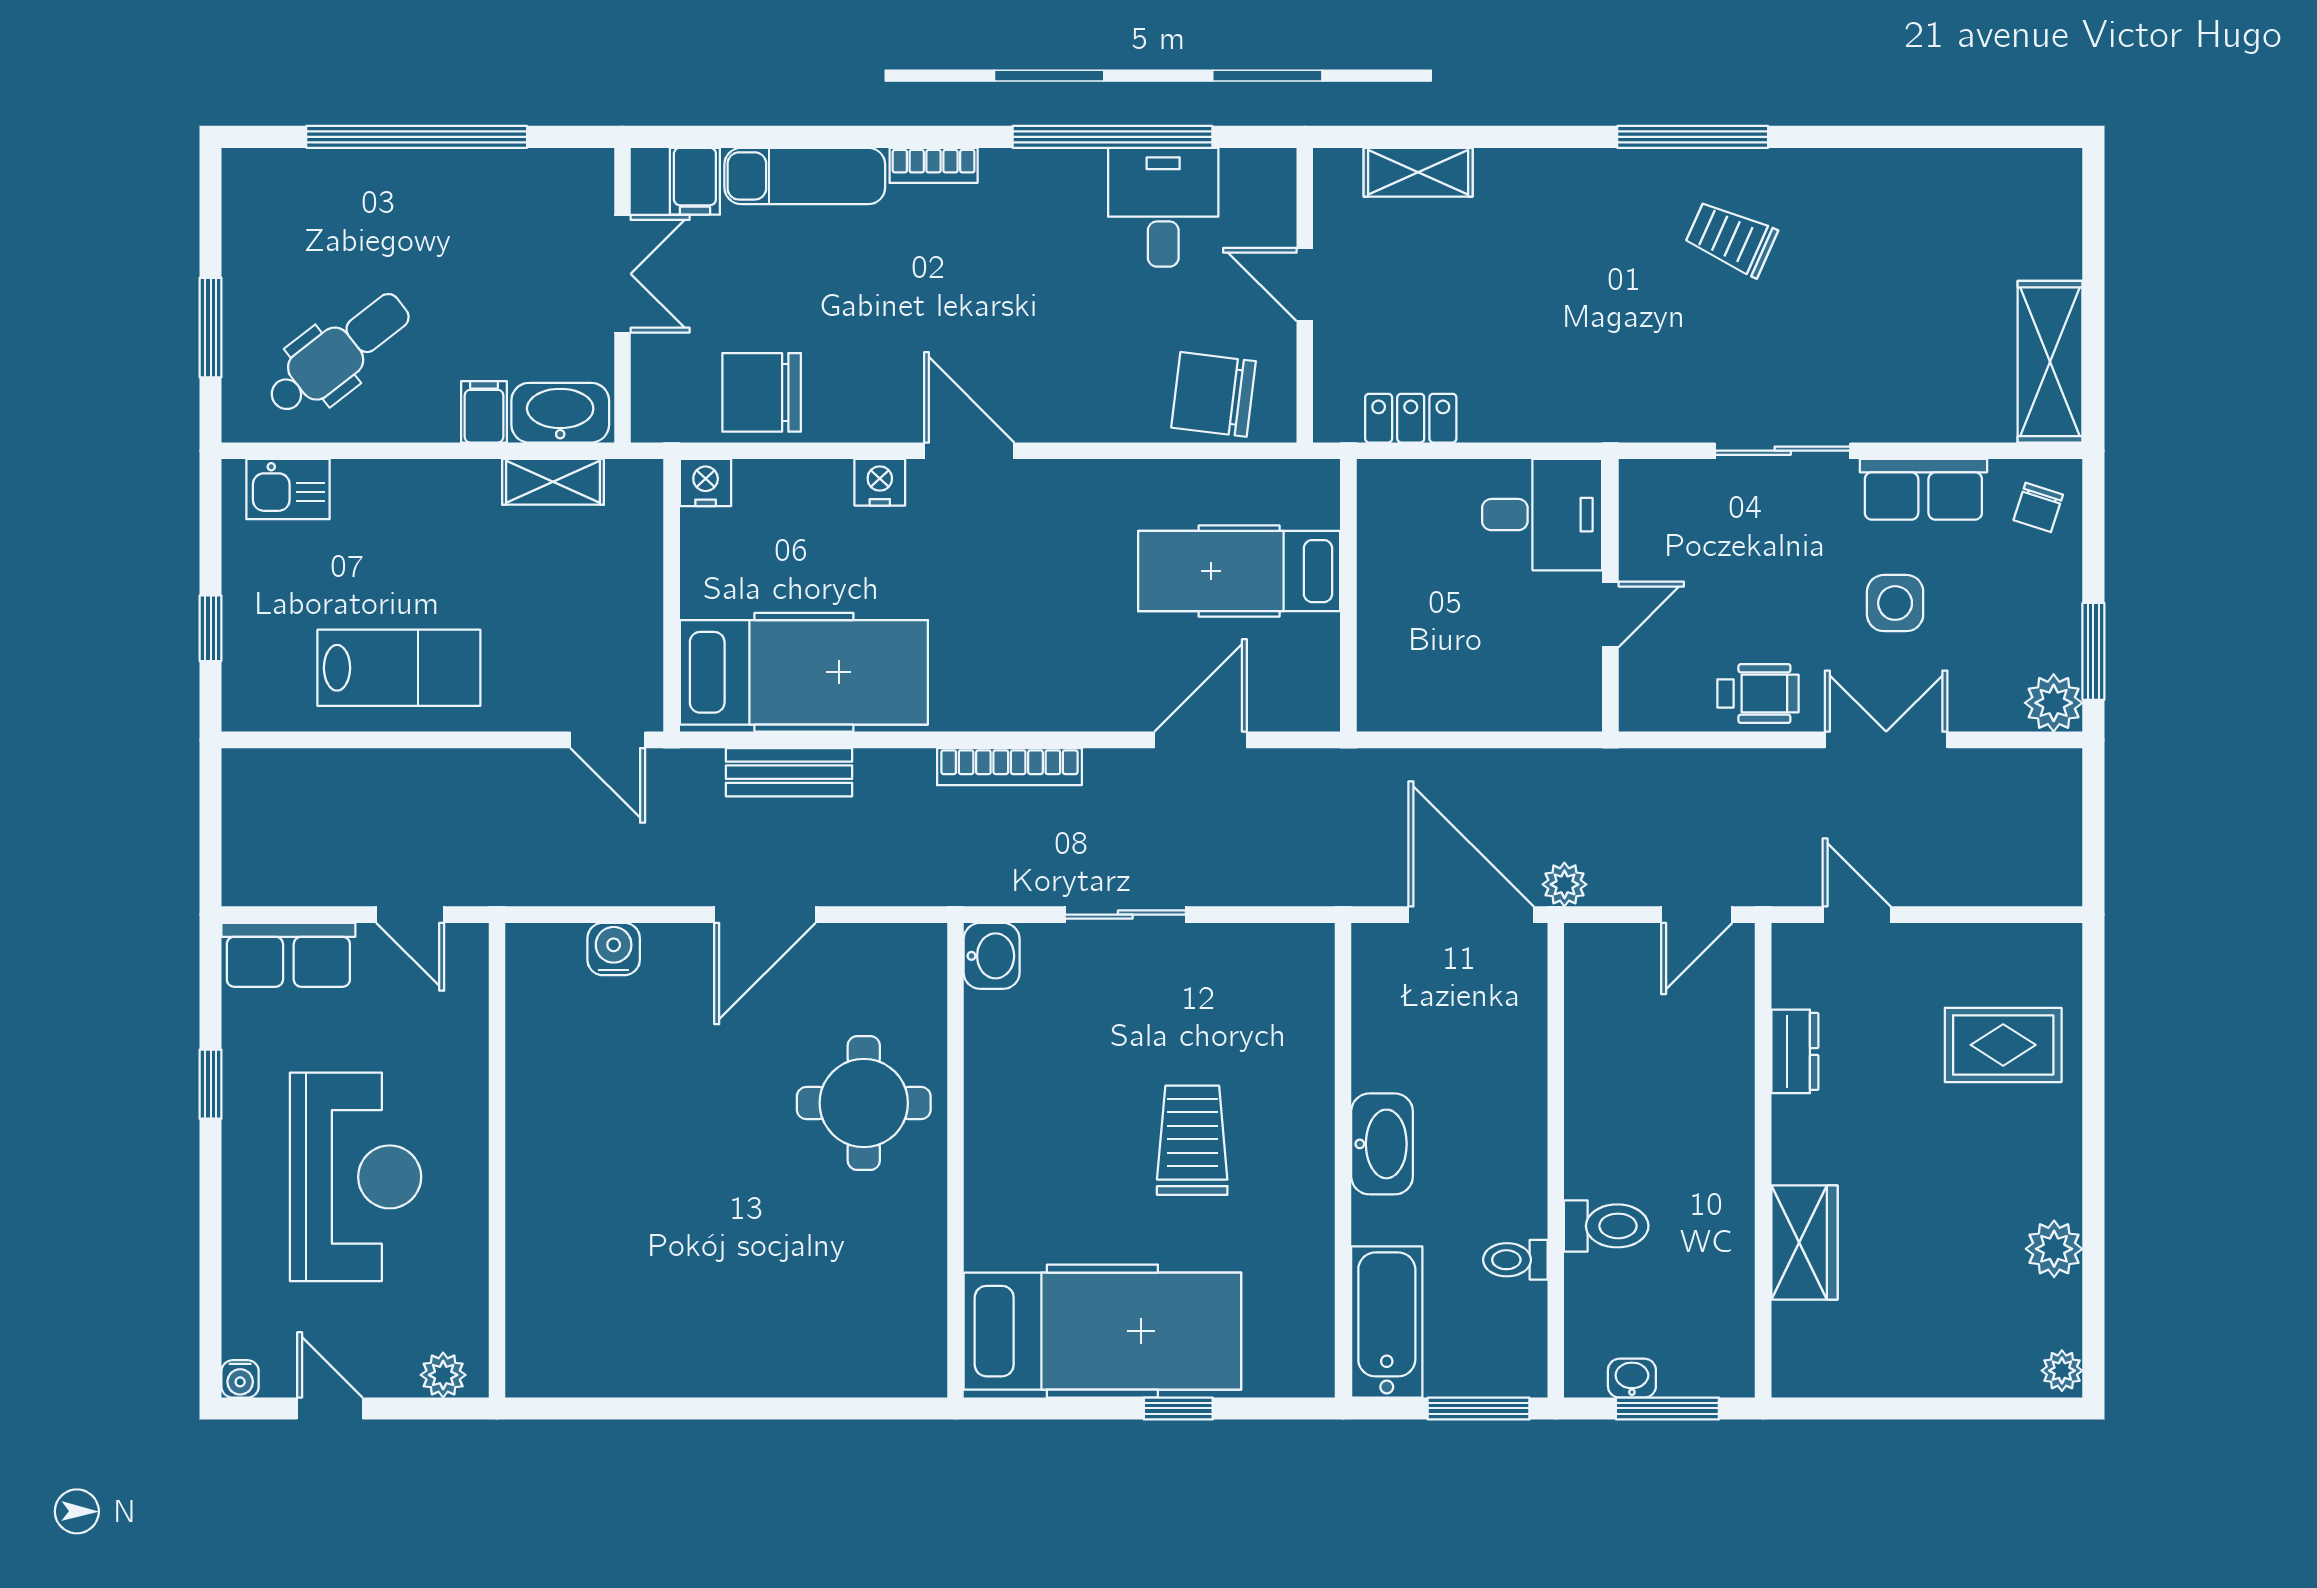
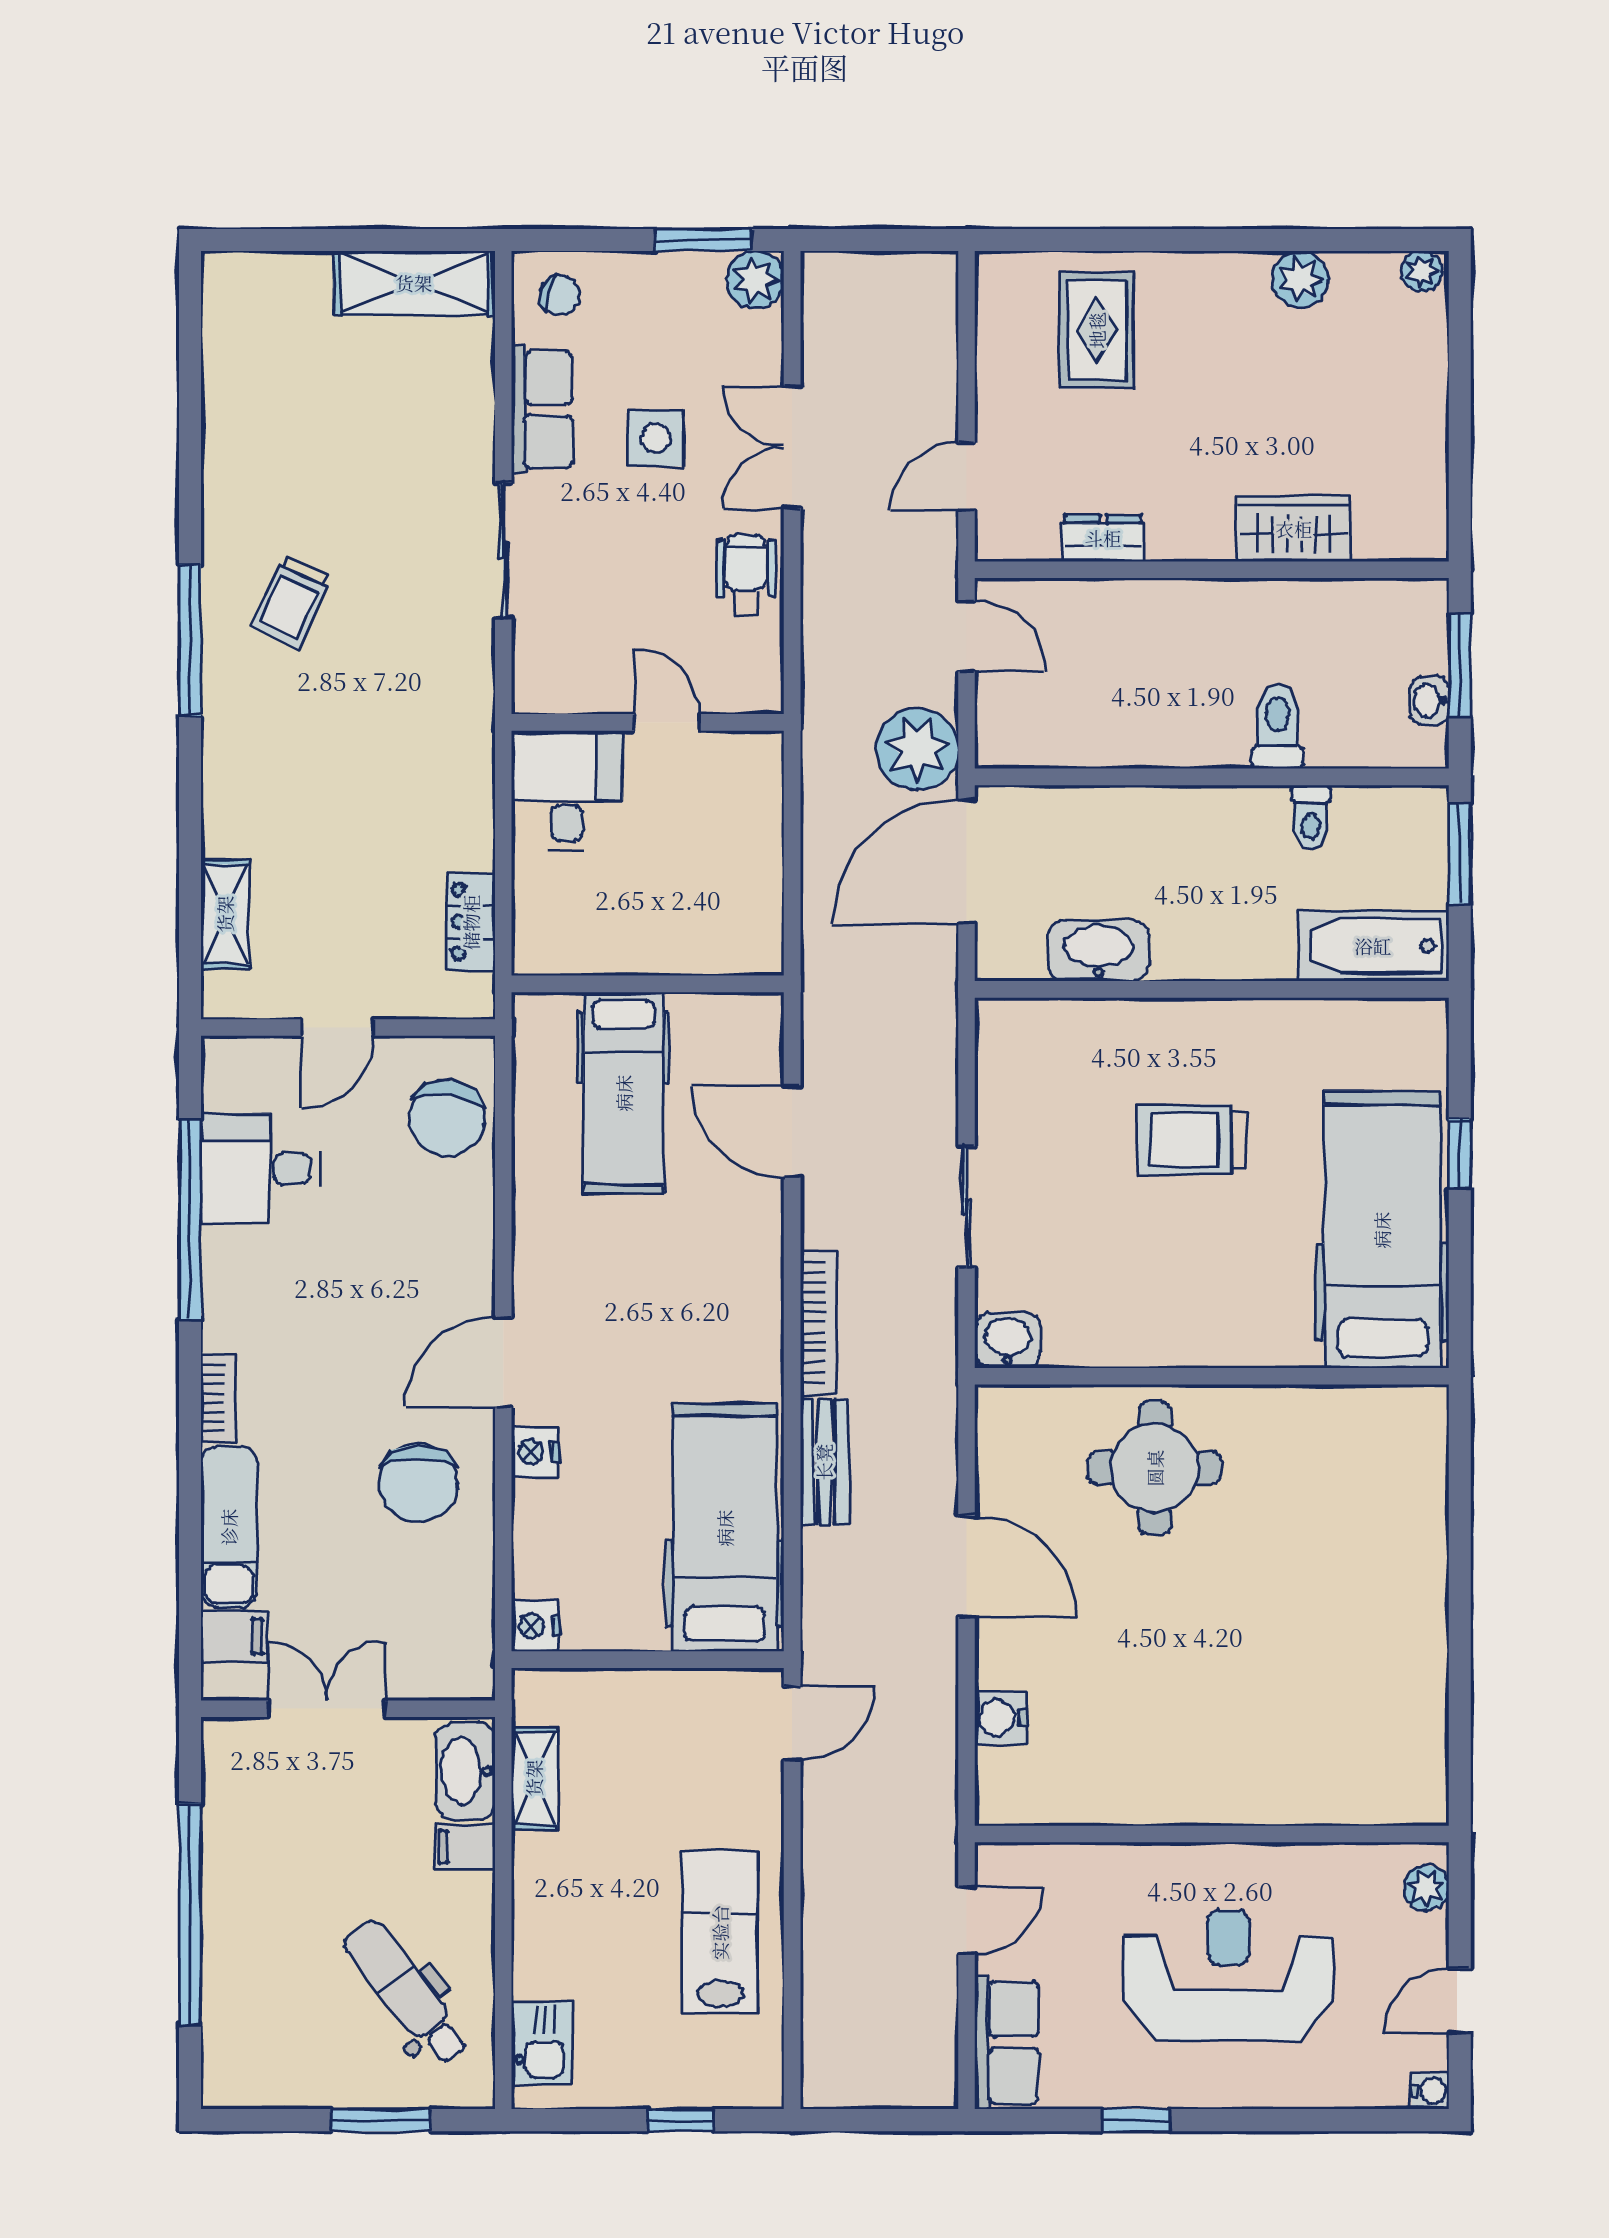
chair: (762, 392) -> (418, 1483), moved
bench: (789, 772) -> (824, 1462), moved
plant: (1564, 884) -> (917, 749), width x1.88, depth x1.88
washbasin: (1382, 1144) -> (1099, 950), moved

